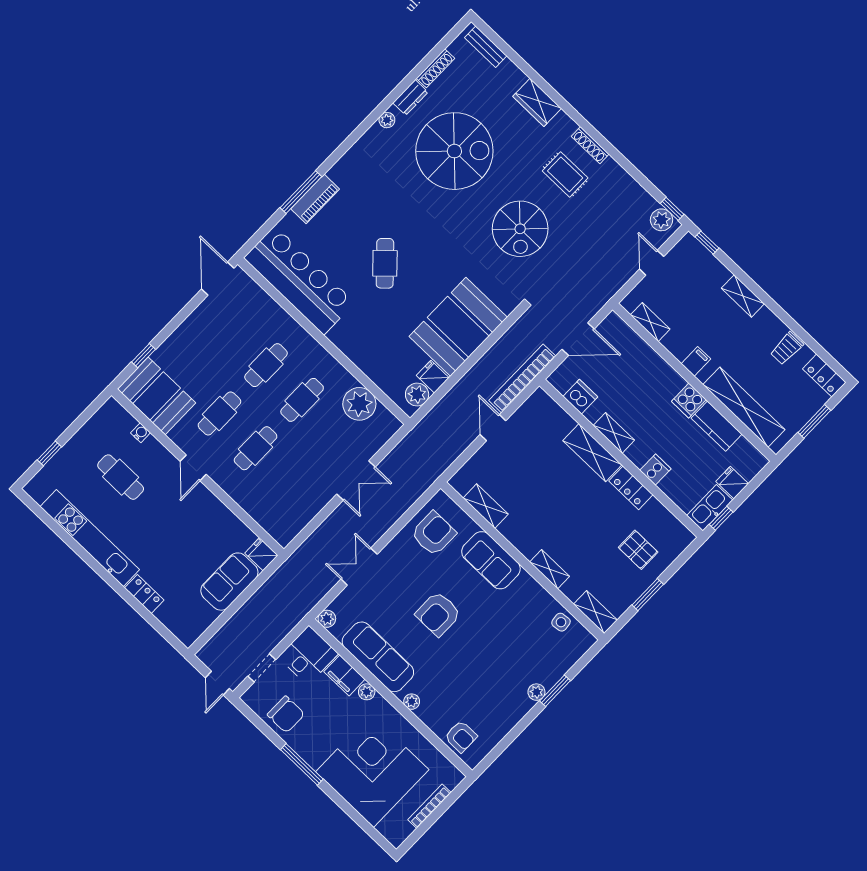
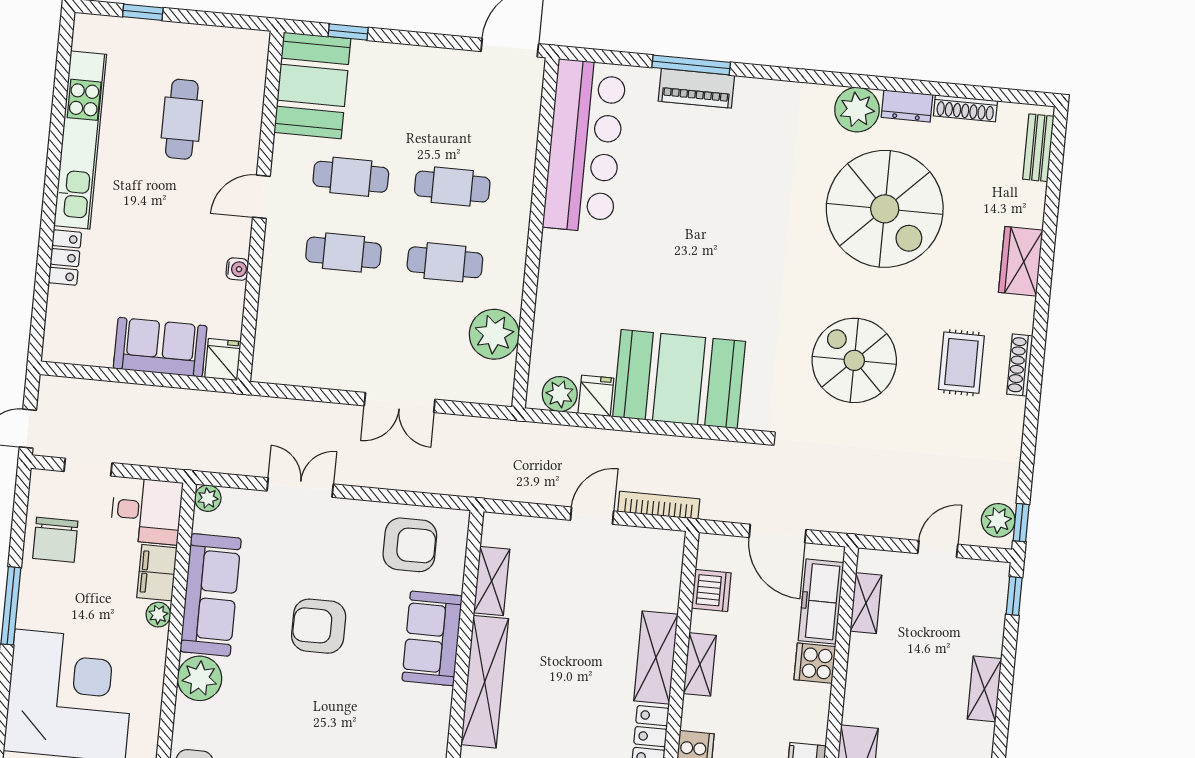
plant: (387, 120) -> (857, 110), width x1.88, depth x1.88
spiral stairs: (520, 229) -> (854, 360), turned 90
cafe table: (385, 263) -> (686, 232), removed
freezer: (631, 345) -> (821, 602), added
filing cabinet: (696, 361) -> (862, 695), removed
bookcase: (522, 378) -> (659, 505), width x0.68, depth x0.76
cooker: (689, 401) -> (815, 663), moved
water cooler: (141, 433) -> (237, 269), moved
shelving: (550, 569) -> (485, 682), width x2.20, depth x1.33
plant: (412, 702) -> (200, 678), width x1.88, depth x1.88

